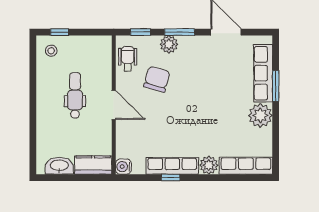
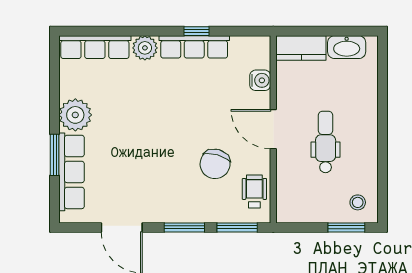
window: (59, 32) -> (346, 227), width x1.50
window: (140, 32) -> (237, 227), width x1.50
plant: (169, 44) -> (199, 211), removed
wheelchair: (128, 59) -> (254, 192), turned 180
dental chair: (75, 95) -> (326, 142), turned 180
water cooler: (123, 167) -> (260, 80), moved

